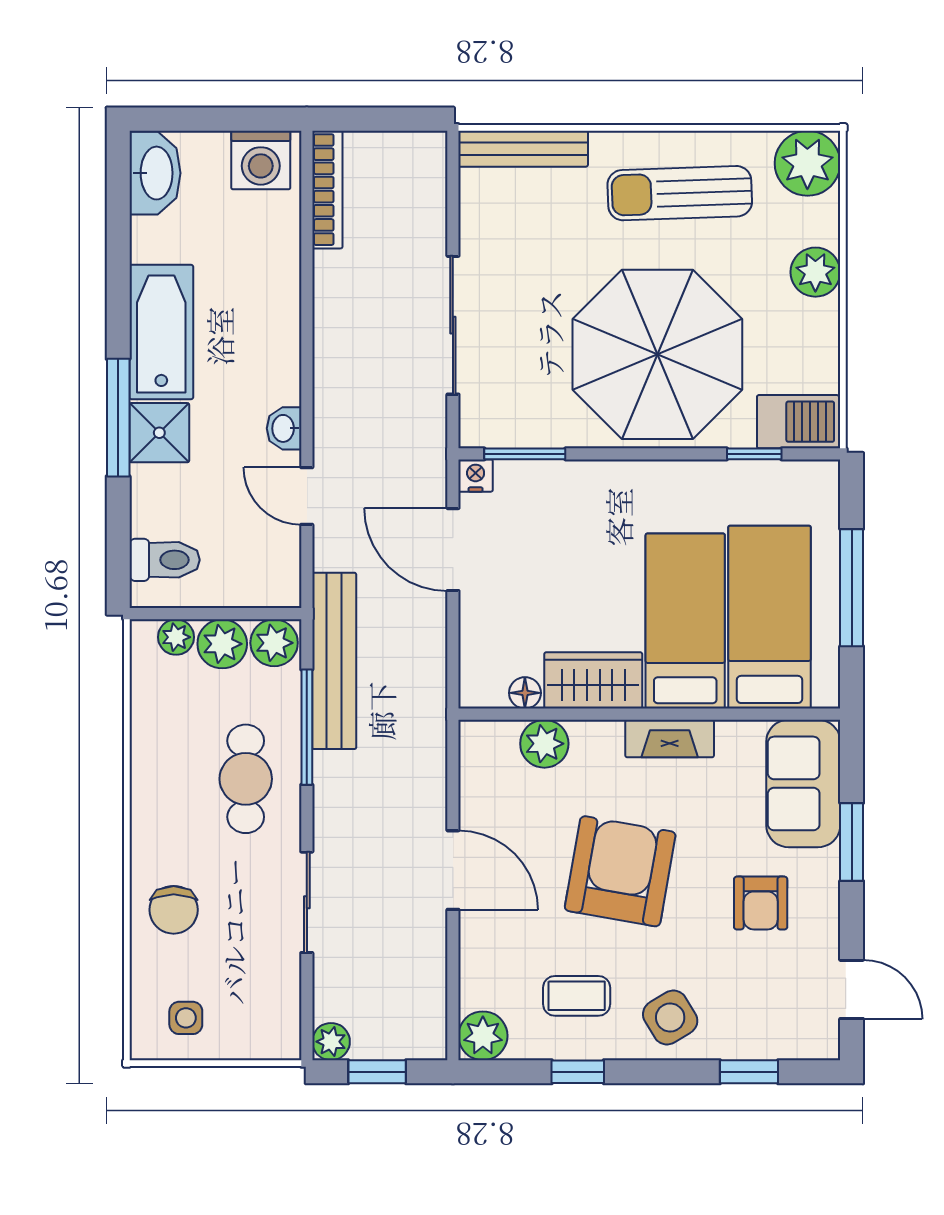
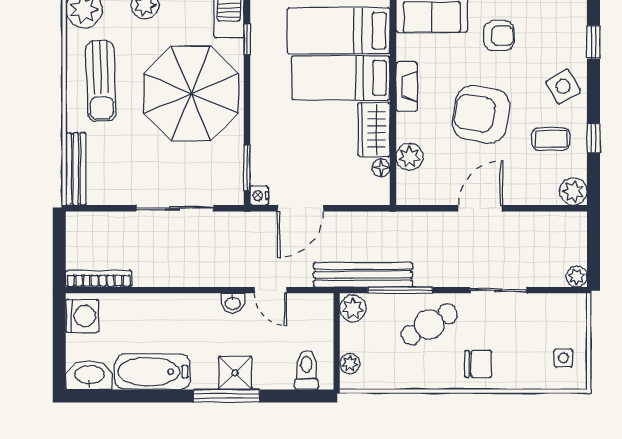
bathtub: (161, 332) -> (153, 372), moved
door: (307, 496) -> (271, 290), hinge flipped
plant: (222, 644) -> (354, 338), removed
cafe table: (246, 779) -> (429, 324), turned -30
chair: (174, 910) -> (478, 364), moved
coffee table: (577, 996) -> (551, 139), turned 90
window: (377, 1072) -> (593, 251), removed

